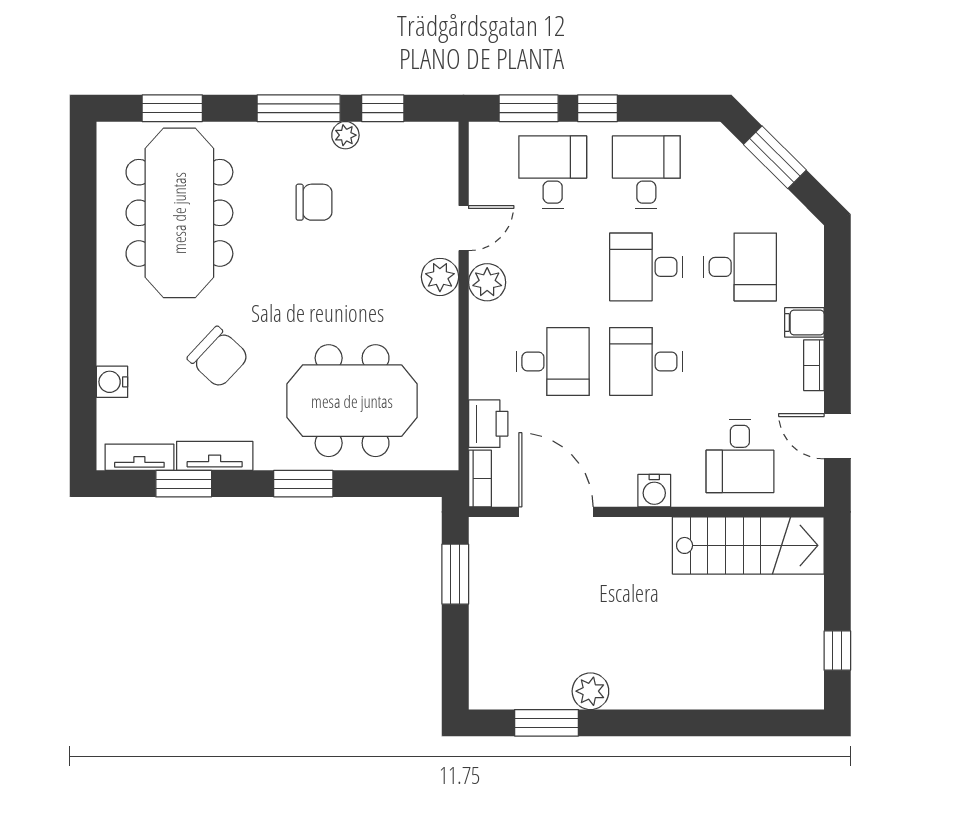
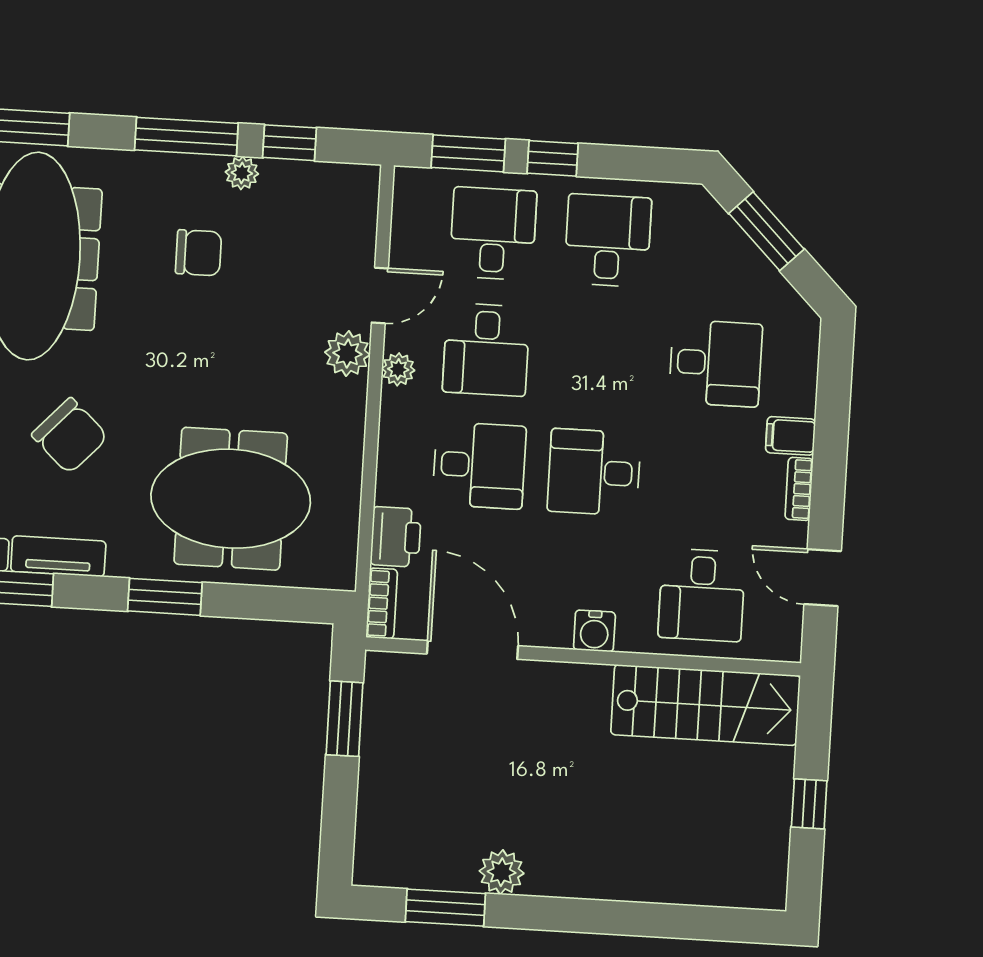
desk: (646, 267) -> (486, 350), moved, turned -90
plant: (487, 282) -> (398, 369), width x0.73, depth x0.73
window: (837, 651) -> (809, 804), moved

